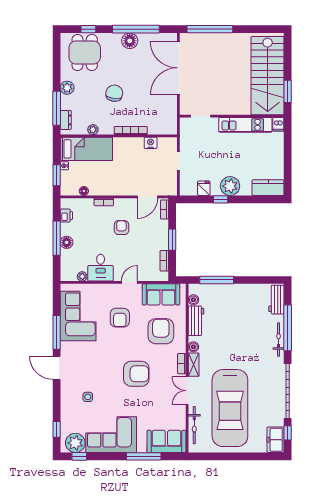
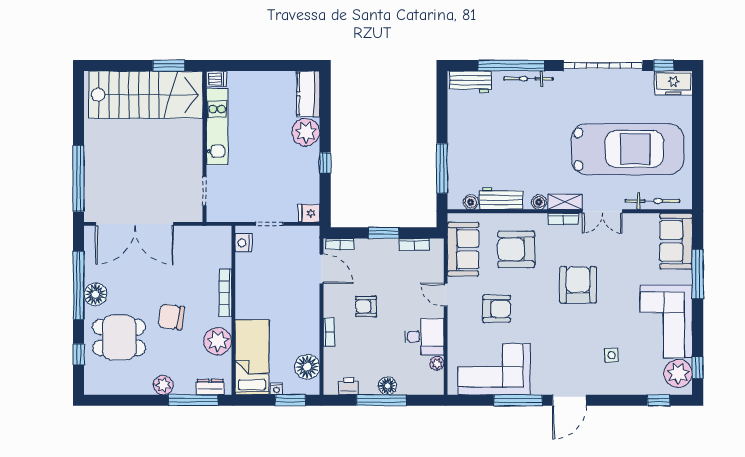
dining table: (85, 53) -> (119, 337), moved
plant: (93, 130) -> (218, 341), width x1.88, depth x1.88
nightstand: (151, 143) -> (243, 243), moved
plant: (230, 186) -> (306, 132), moved
fridge: (204, 188) -> (309, 213), moved
floor lamp: (84, 191) -> (307, 367), width x1.89, depth x1.89

